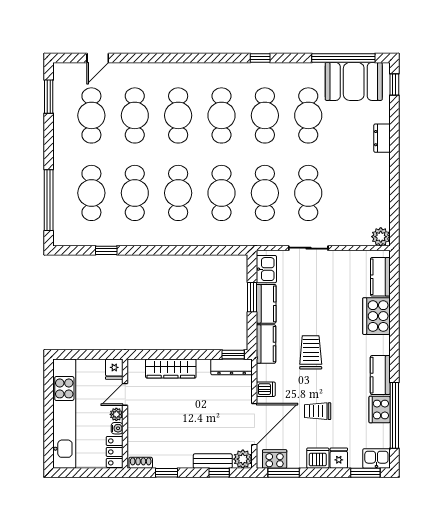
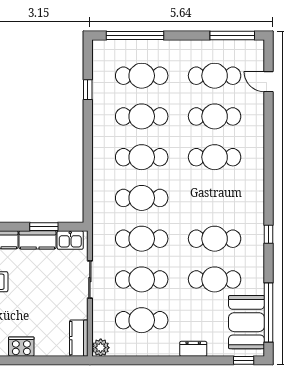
window: (49, 97) -> (232, 36), width x1.44
cafe table: (222, 115) -> (142, 320), moved
kitchen counter: (380, 277) -> (79, 338), moved, turned -90
cooker: (376, 316) -> (21, 347), width x0.73, depth x0.76

